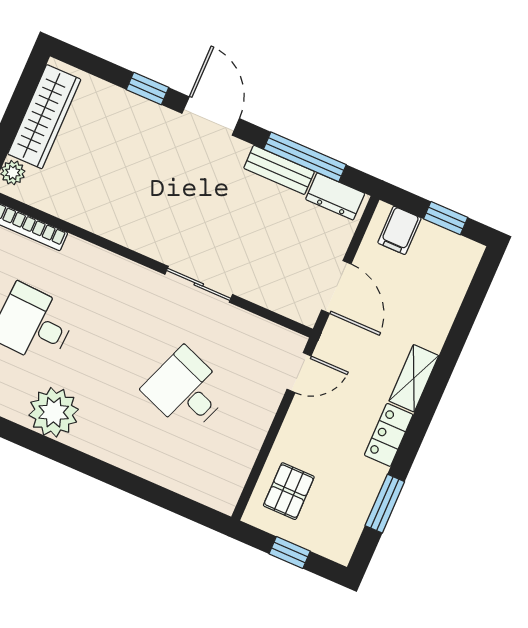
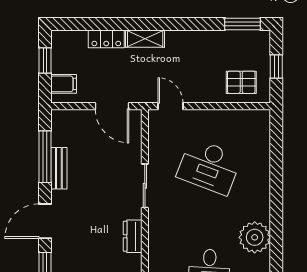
dresser: (335, 196) -> (133, 236), moved, turned 180
door: (336, 287) -> (112, 106), swing flipped
desk: (186, 391) -> (209, 167), width x1.37
locker: (389, 435) -> (106, 39), moved
window: (385, 504) -> (243, 24), moved

